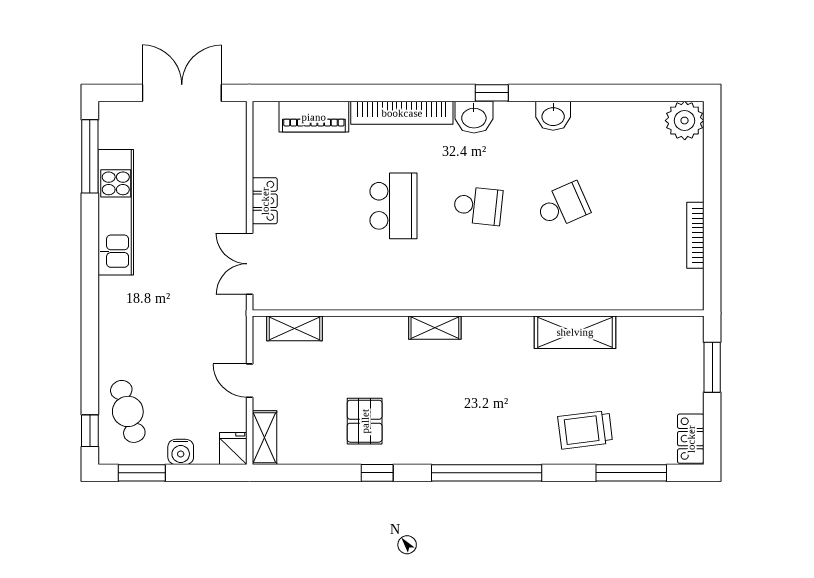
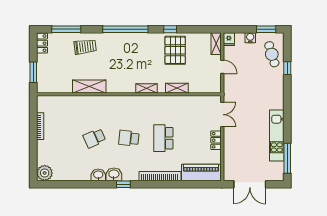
piano: (314, 117) -> (201, 172), width x1.37, depth x1.33
washbasin: (474, 117) -> (114, 174), moved
shelving: (295, 328) -> (177, 88), moved
pallet: (365, 421) -> (175, 50), width x1.50, depth x1.42
window: (90, 431) -> (287, 68), moved

